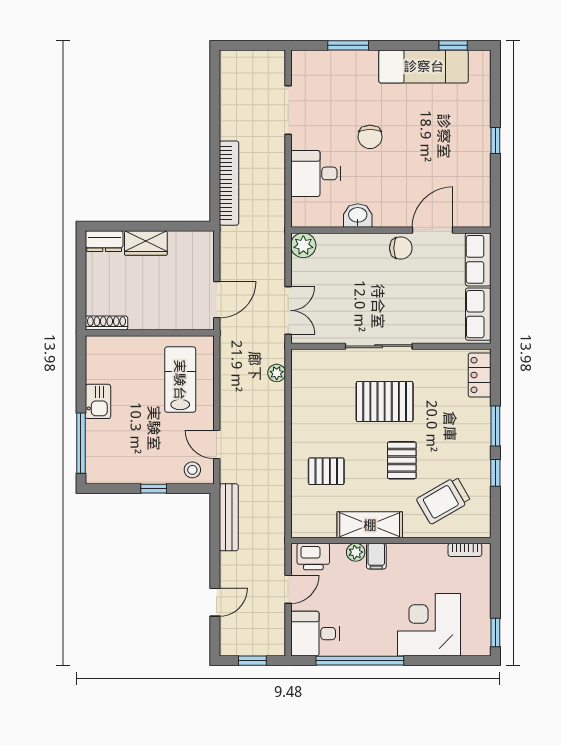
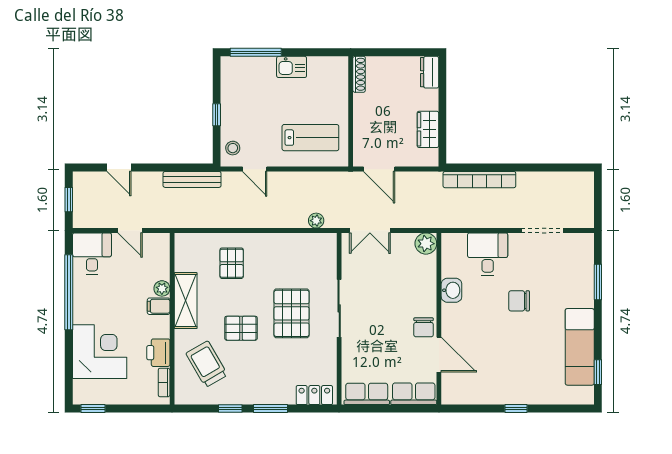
wardrobe: (146, 243) -> (428, 129), moved
door: (217, 444) -> (255, 169), swing flipped
printer: (313, 556) -> (158, 353), moved

